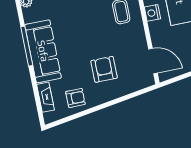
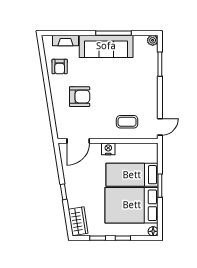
nightstand: (152, 13) -> (108, 149), moved

